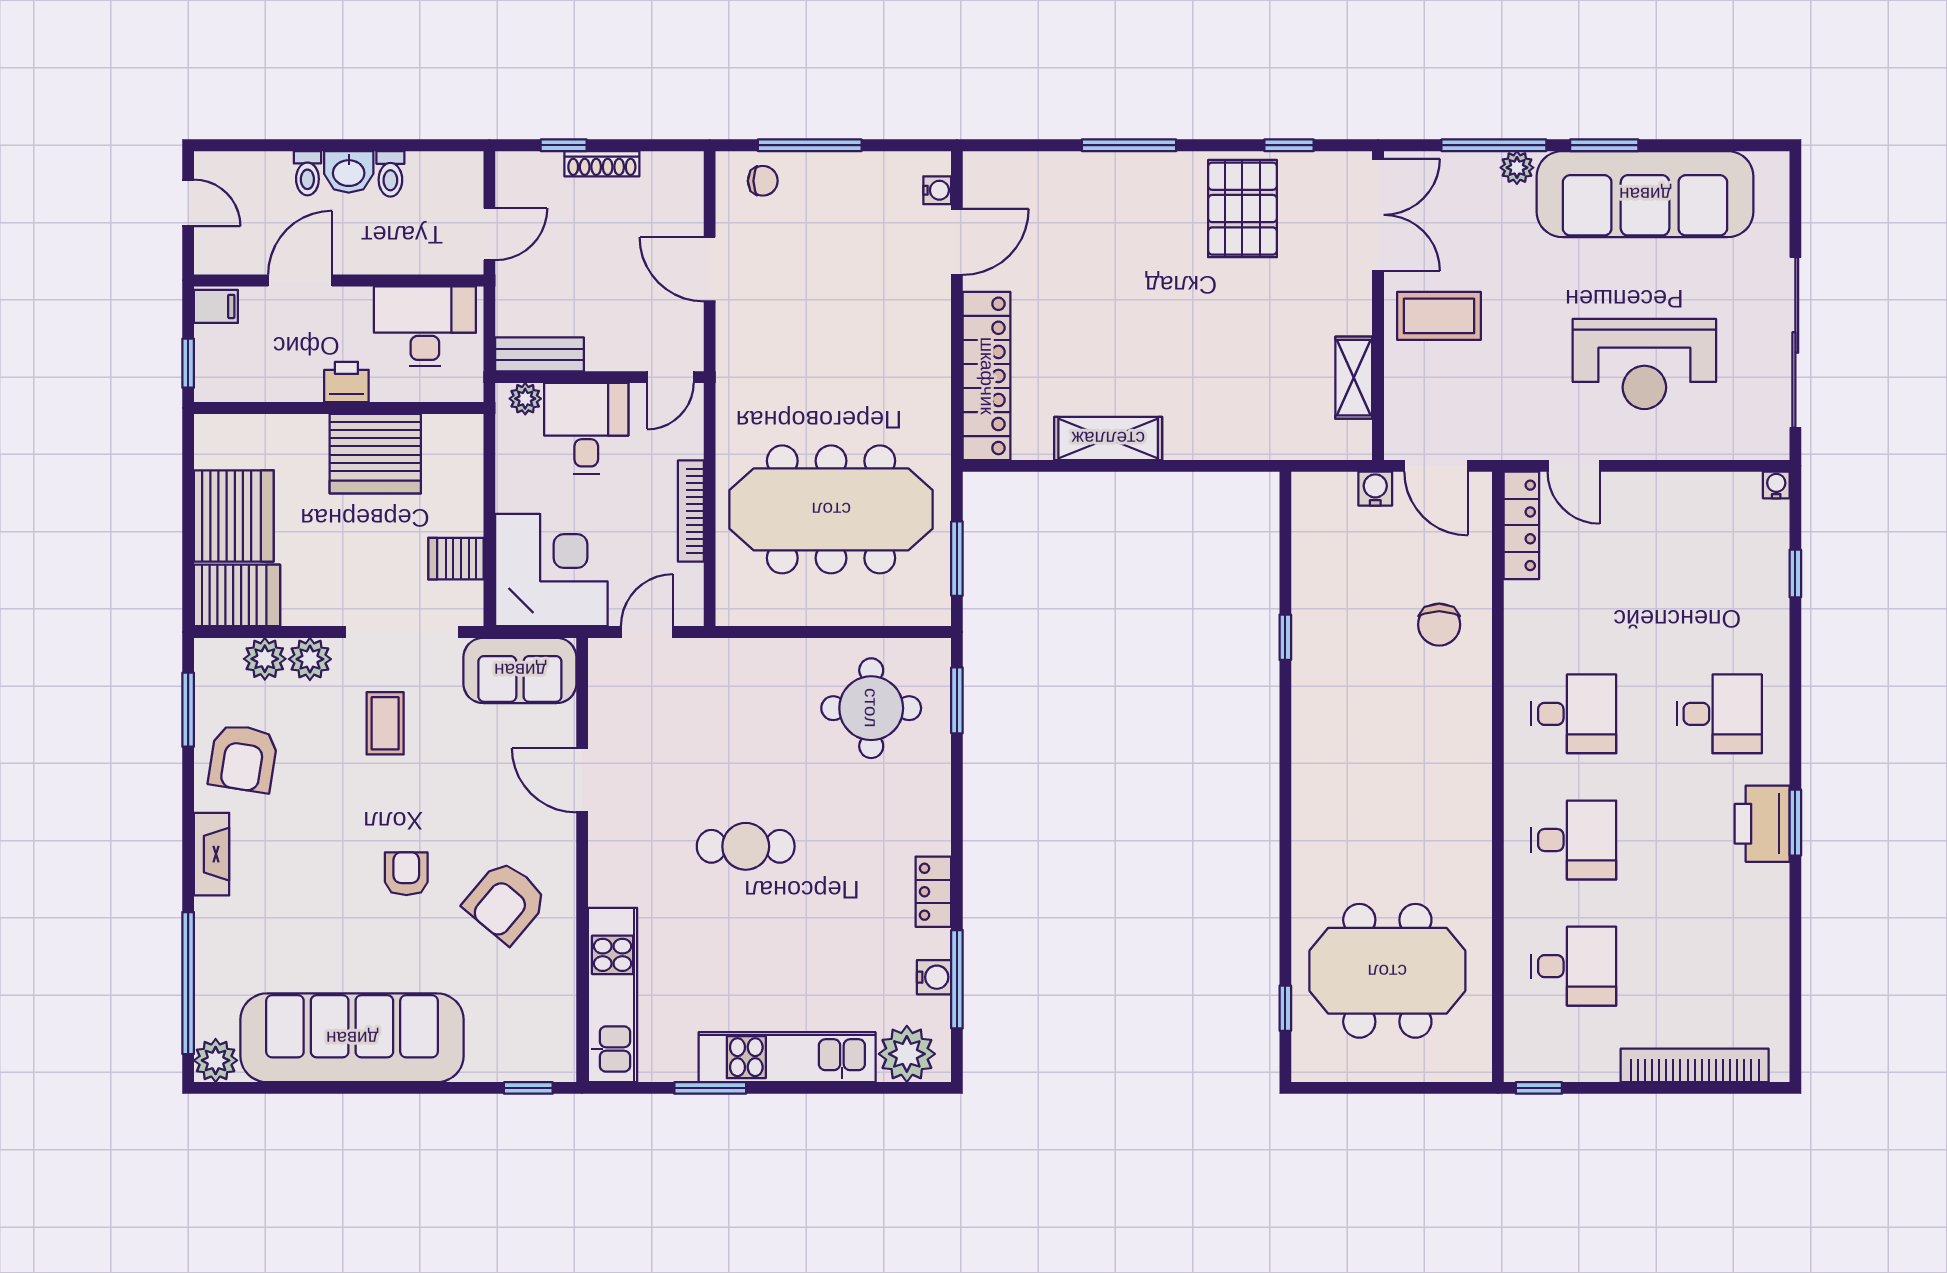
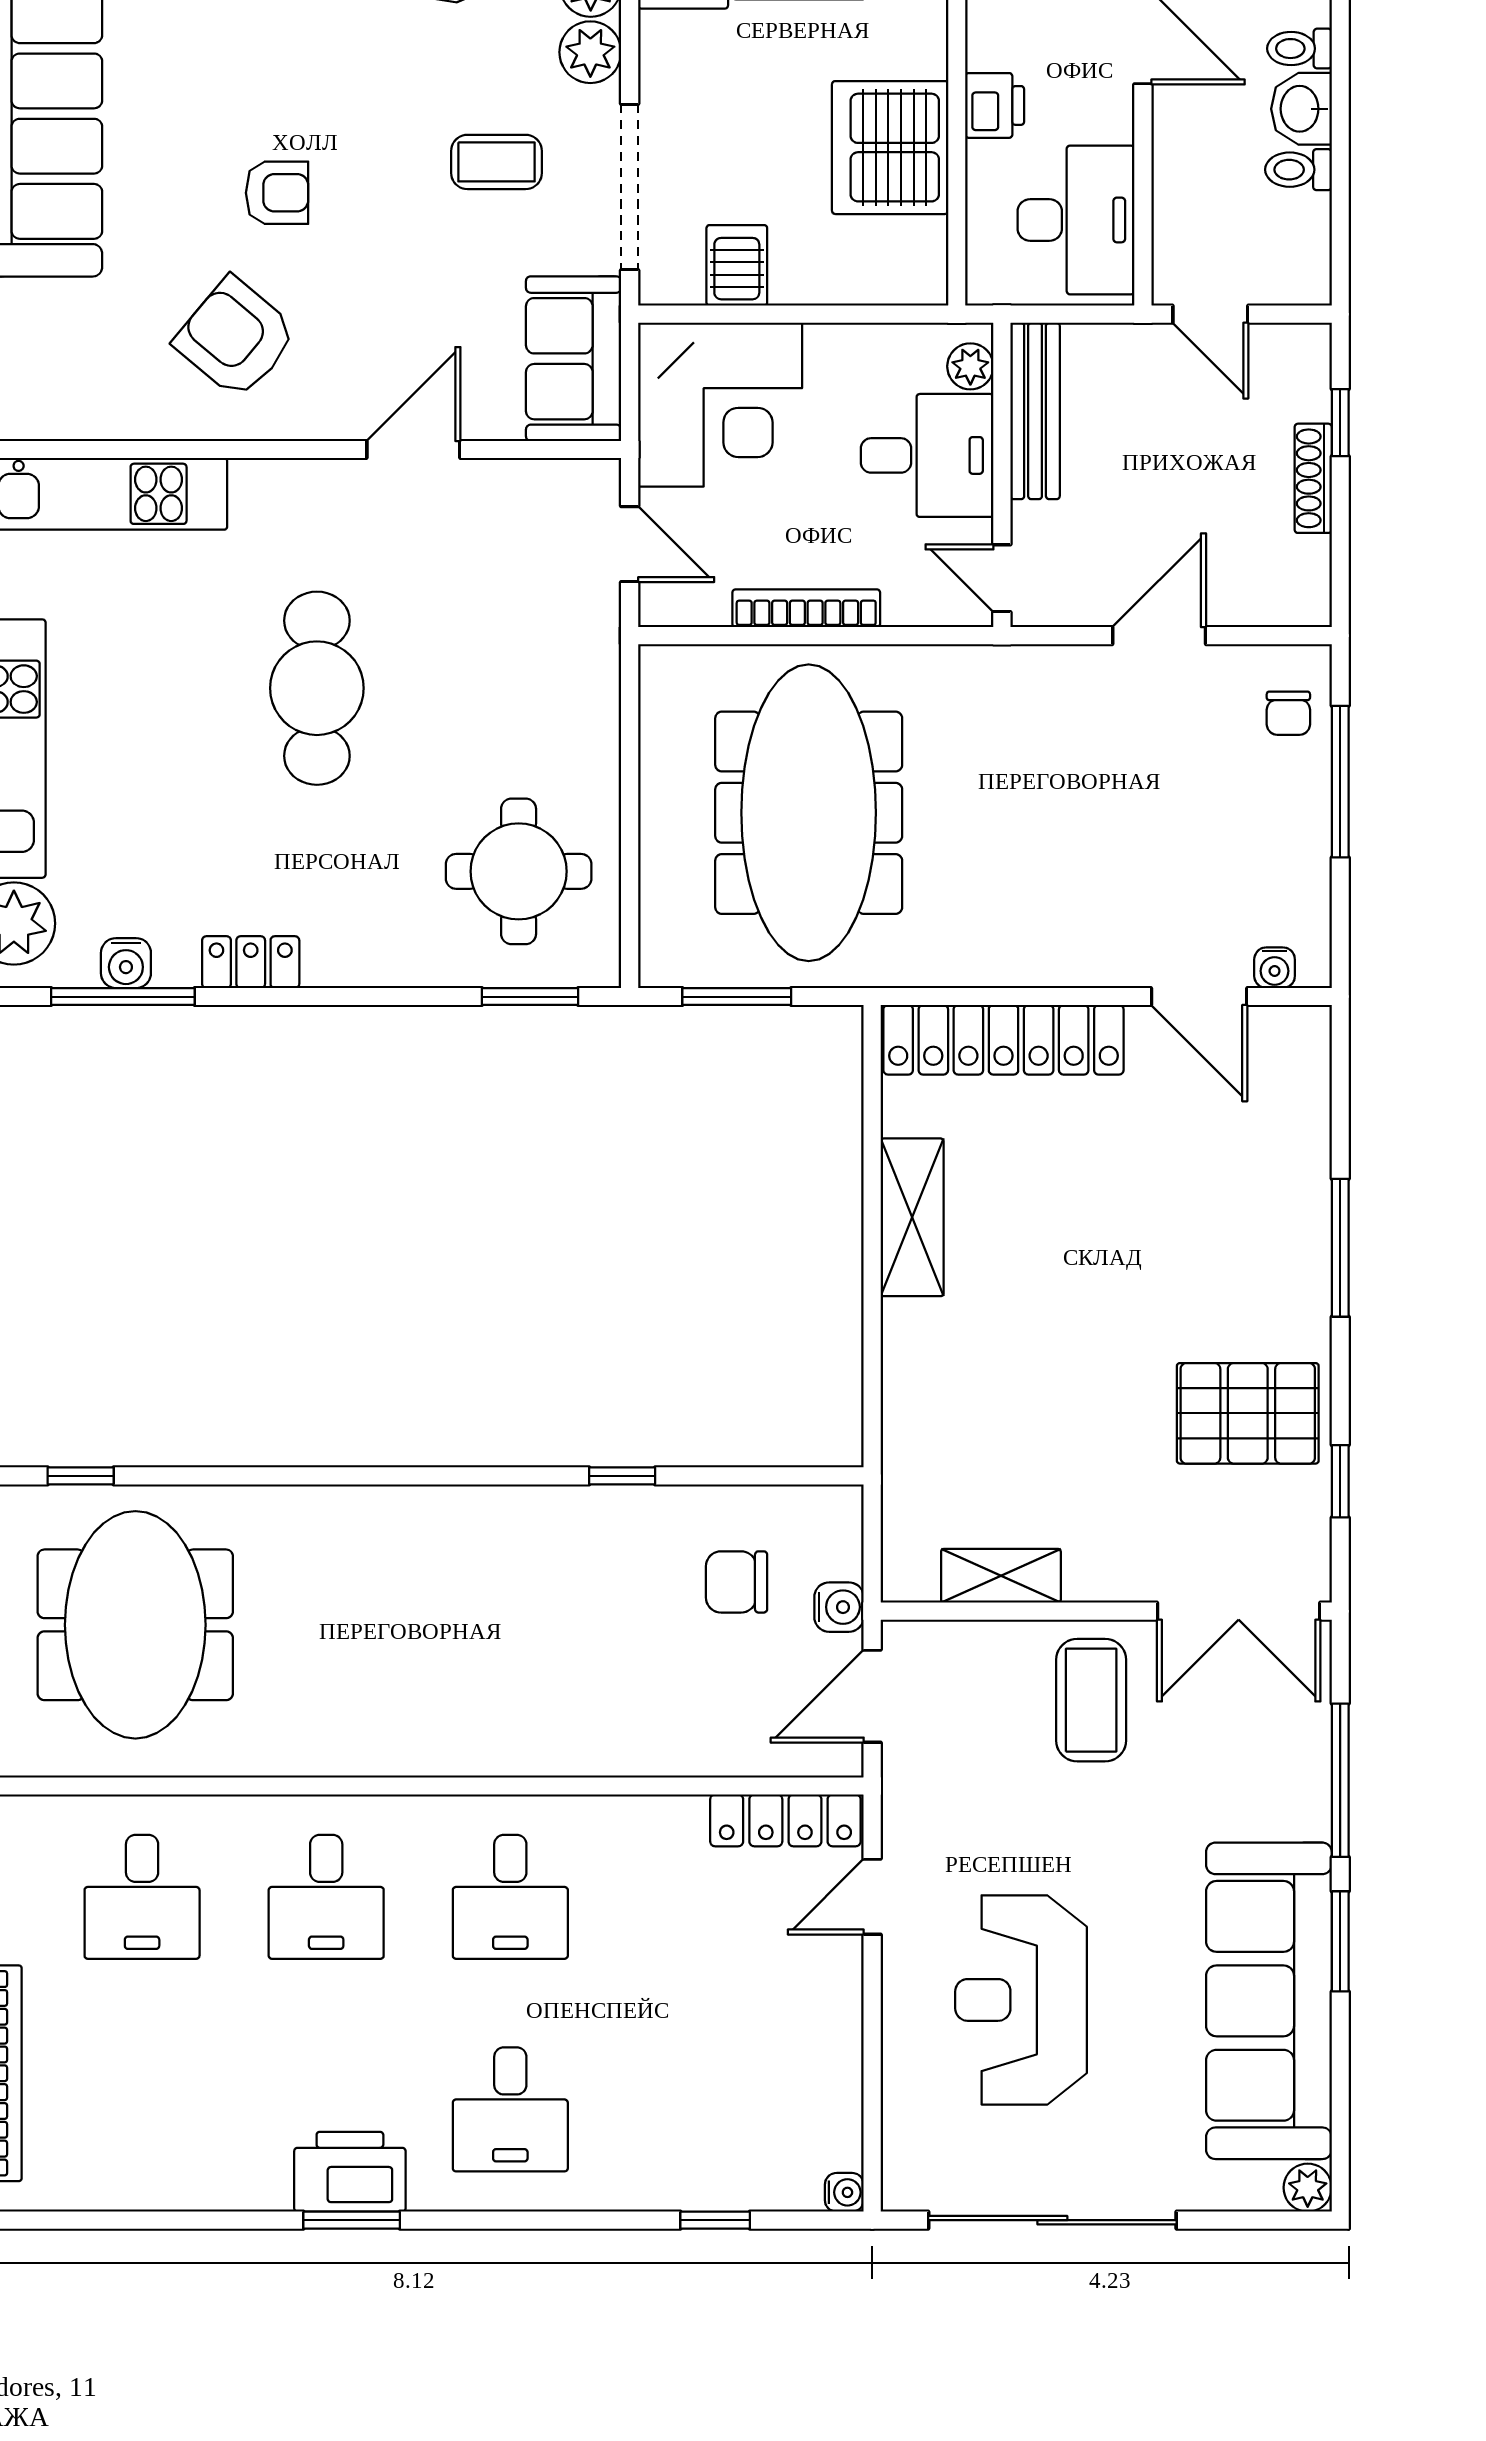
plant: (1517, 168) -> (1308, 2188), moved
bench: (540, 354) -> (1035, 411), width x1.36
chair: (1439, 625) -> (737, 1582), moved
cafe table: (746, 846) -> (317, 688), width x1.37, depth x1.35

